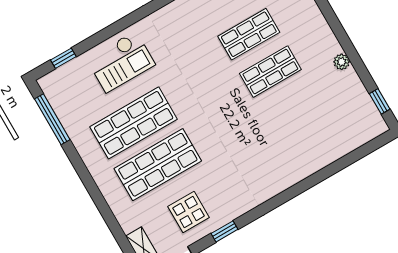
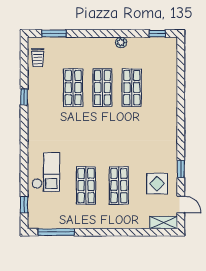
shop shelf: (292, 109) -> (132, 88), added
shop shelf: (134, 123) -> (86, 186), width x0.70, depth x0.74
shop shelf: (158, 165) -> (119, 186), width x0.70, depth x0.74

